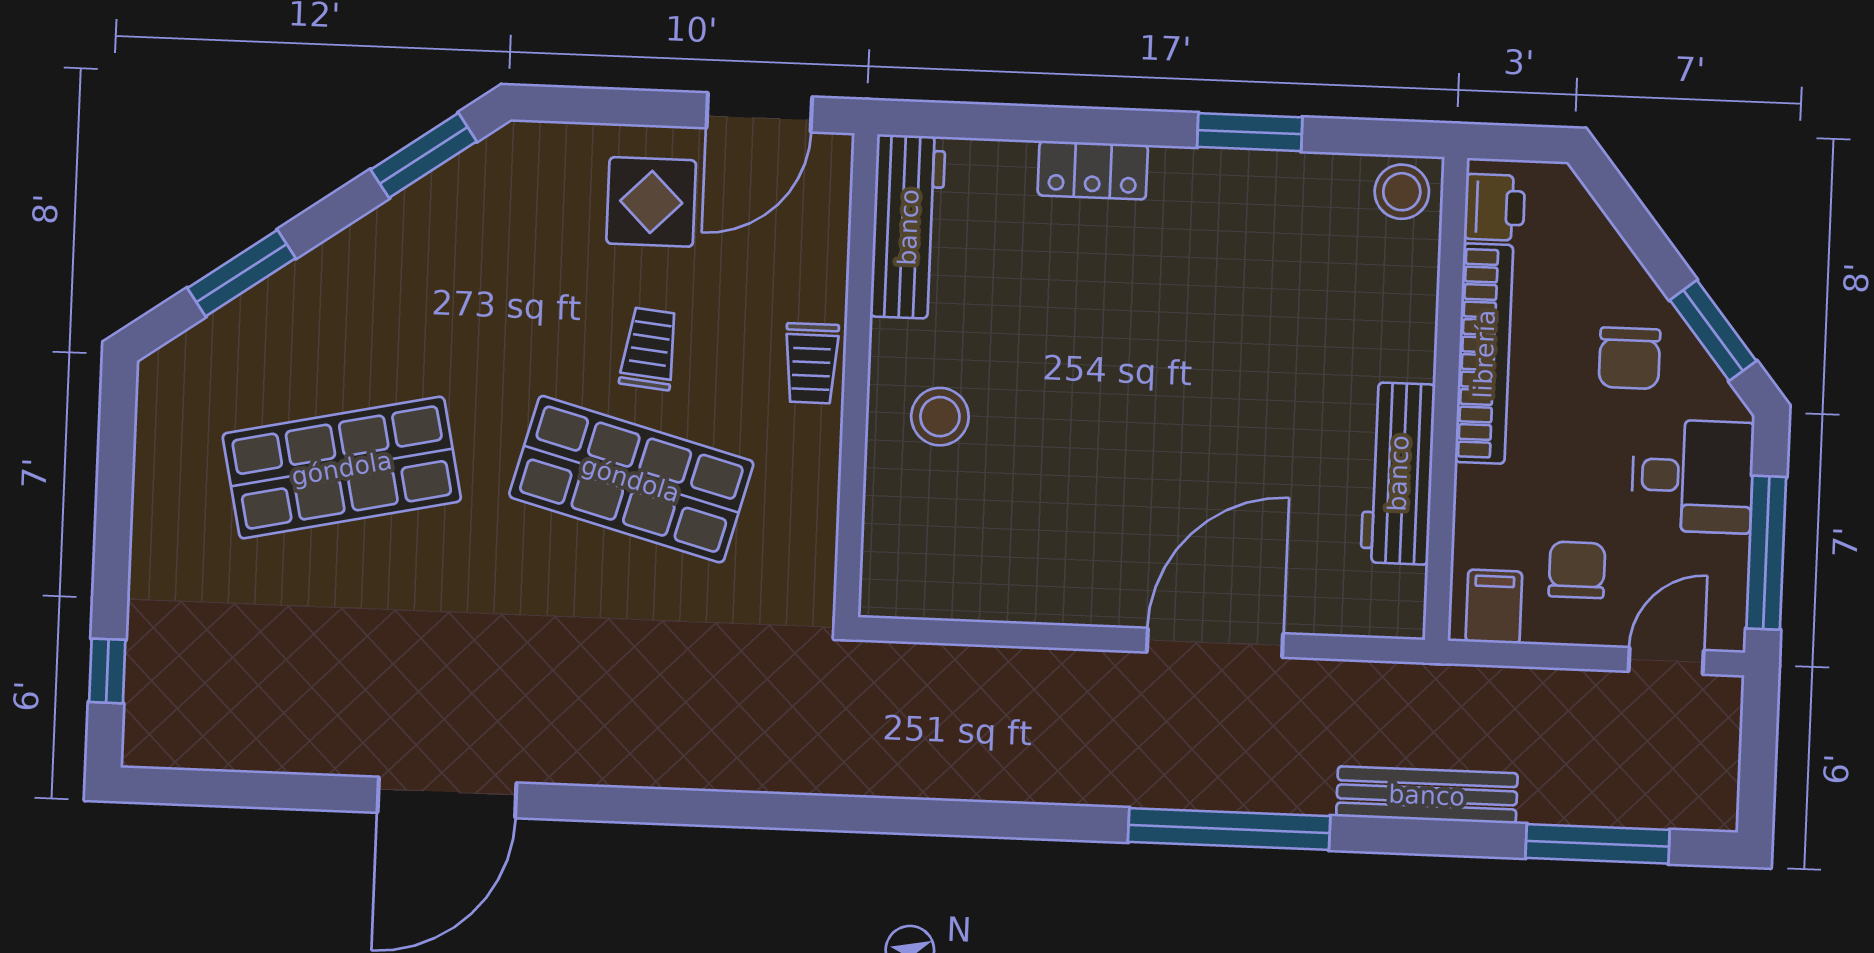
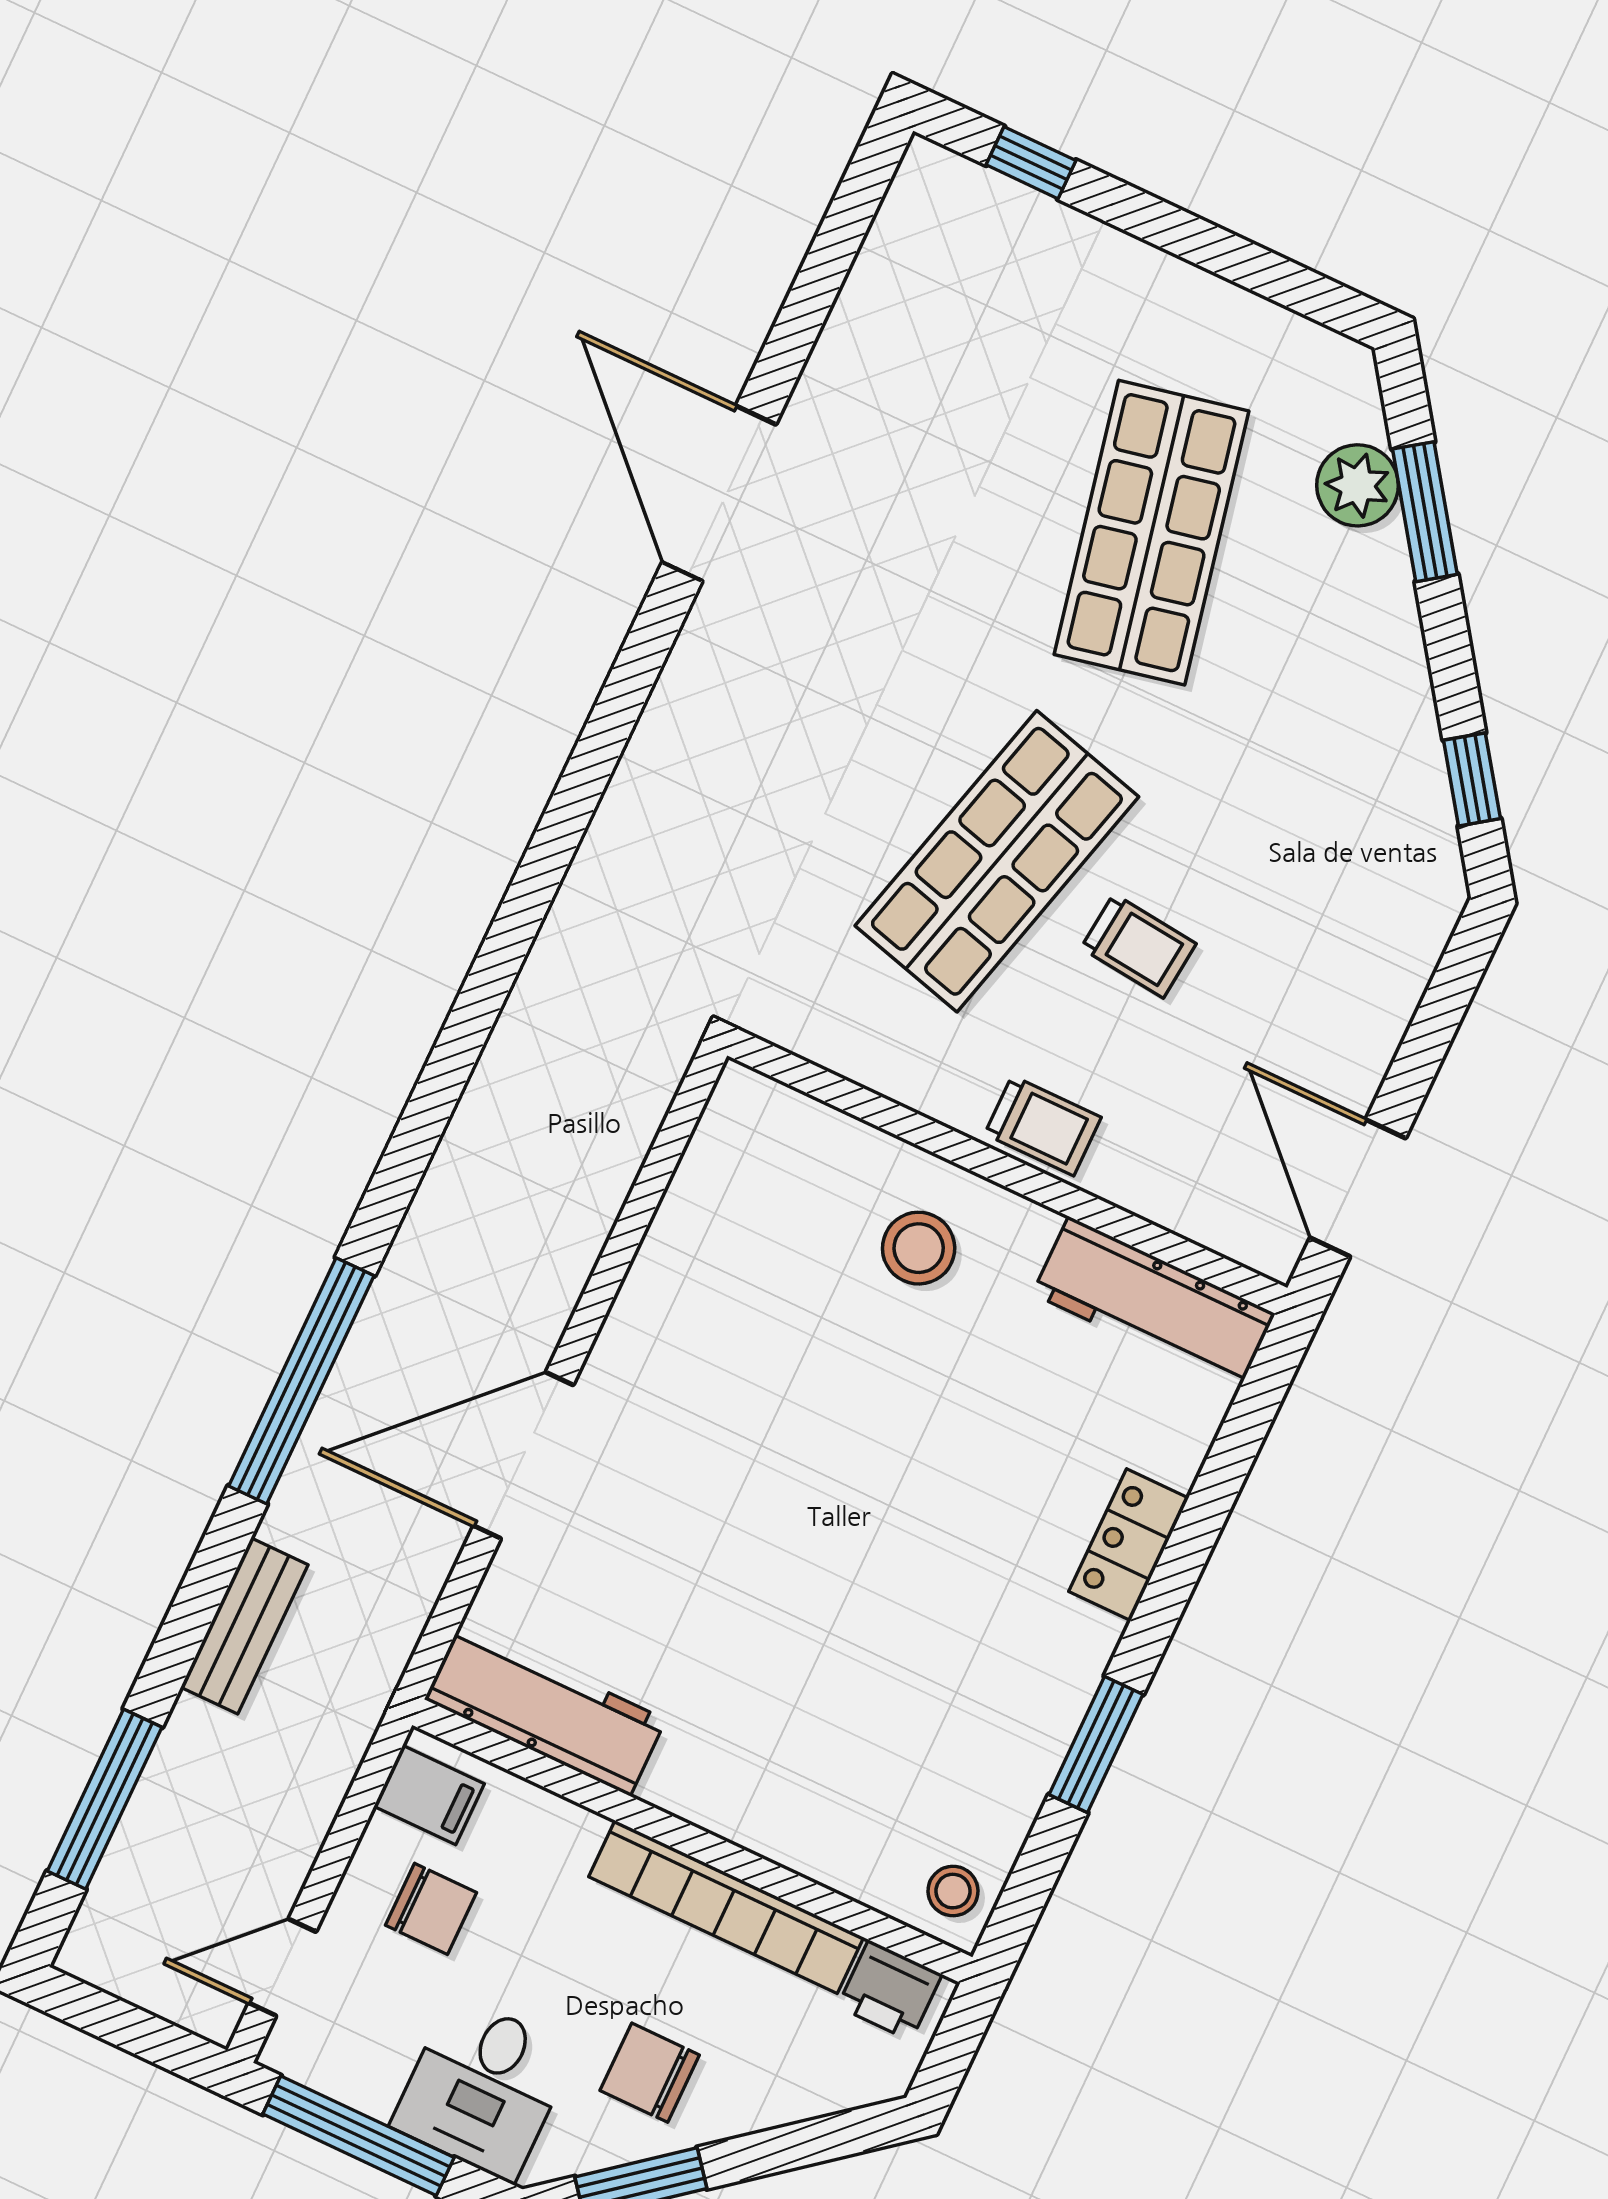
window: (424, 155) -> (1472, 779), width x0.67
stool: (1402, 192) -> (953, 1891), width x0.73, depth x0.73
display table: (651, 202) -> (1307, 1019), removed
plant: (243, 331) -> (1358, 485), added
trolley: (811, 363) -> (1043, 1126), turned 180
workbench: (1398, 473) -> (546, 1710), moved
door: (1215, 643) -> (523, 1455), swing flipped
door: (1666, 661) -> (282, 1967), swing flipped
bench: (1427, 795) -> (244, 1626), width x0.73

